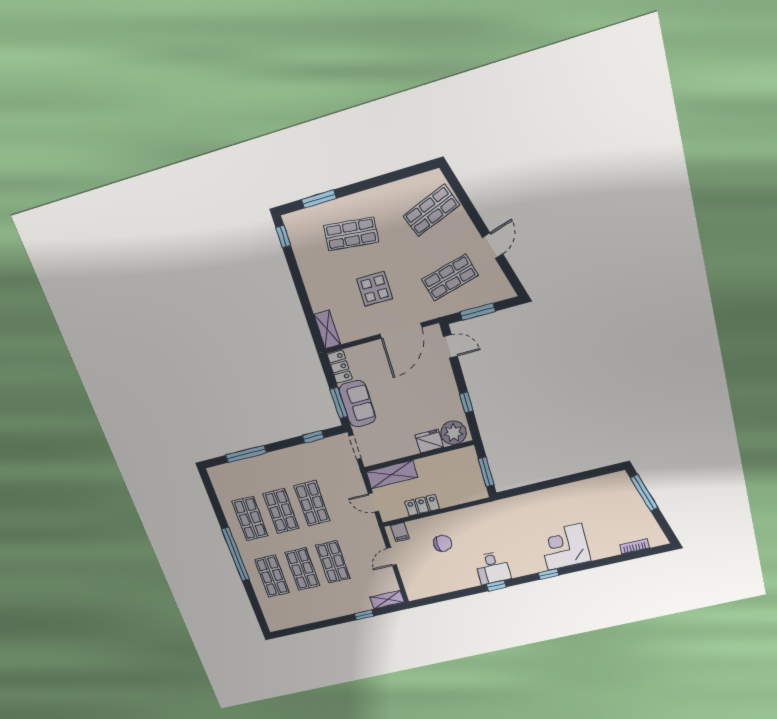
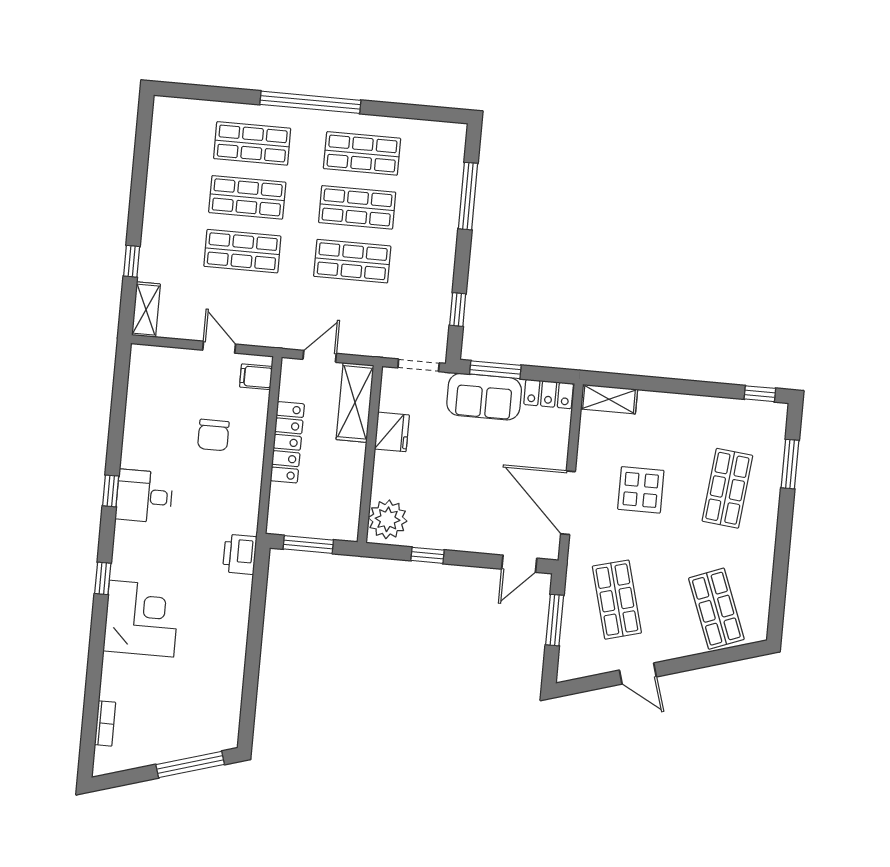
fridge: (429, 441) -> (392, 432), moved
locker: (422, 505) -> (287, 442), width x1.53
printer: (507, 507) -> (240, 554), added

